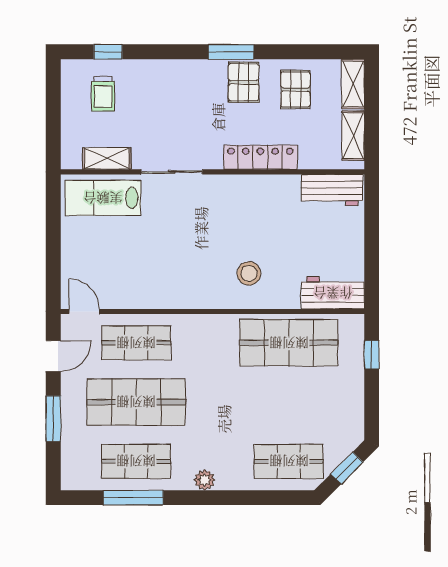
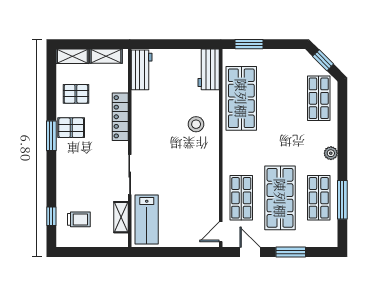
window: (372, 355) -> (249, 44), width x1.50

